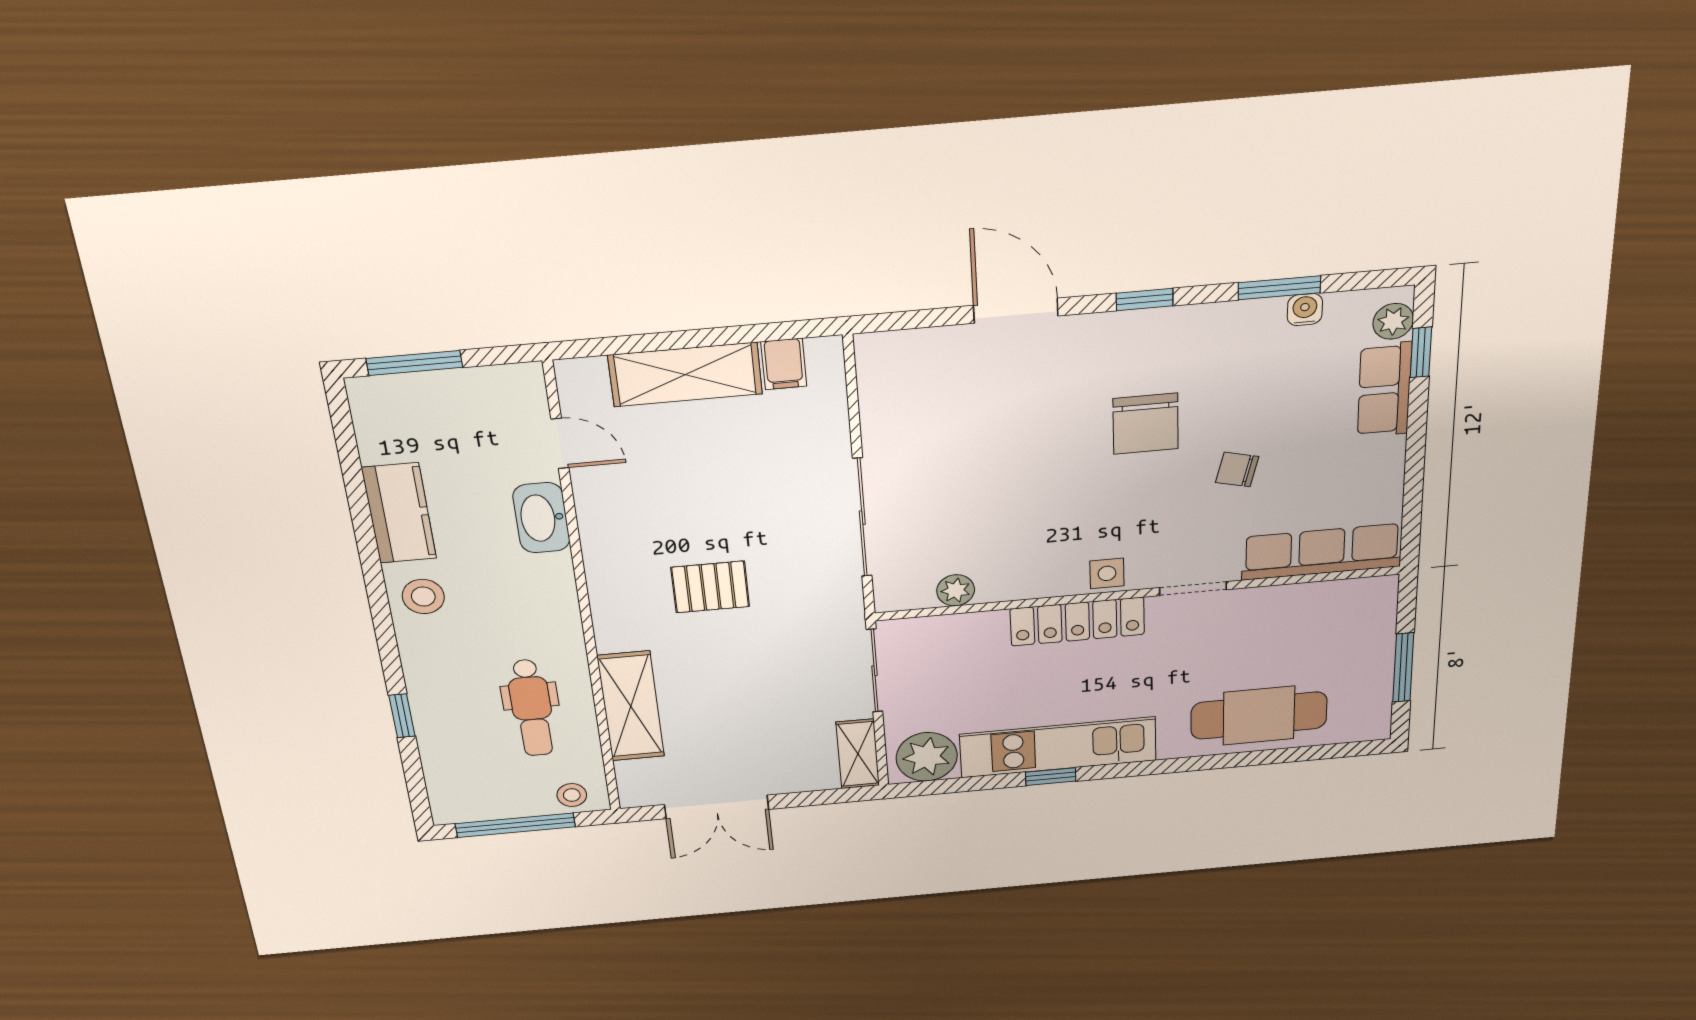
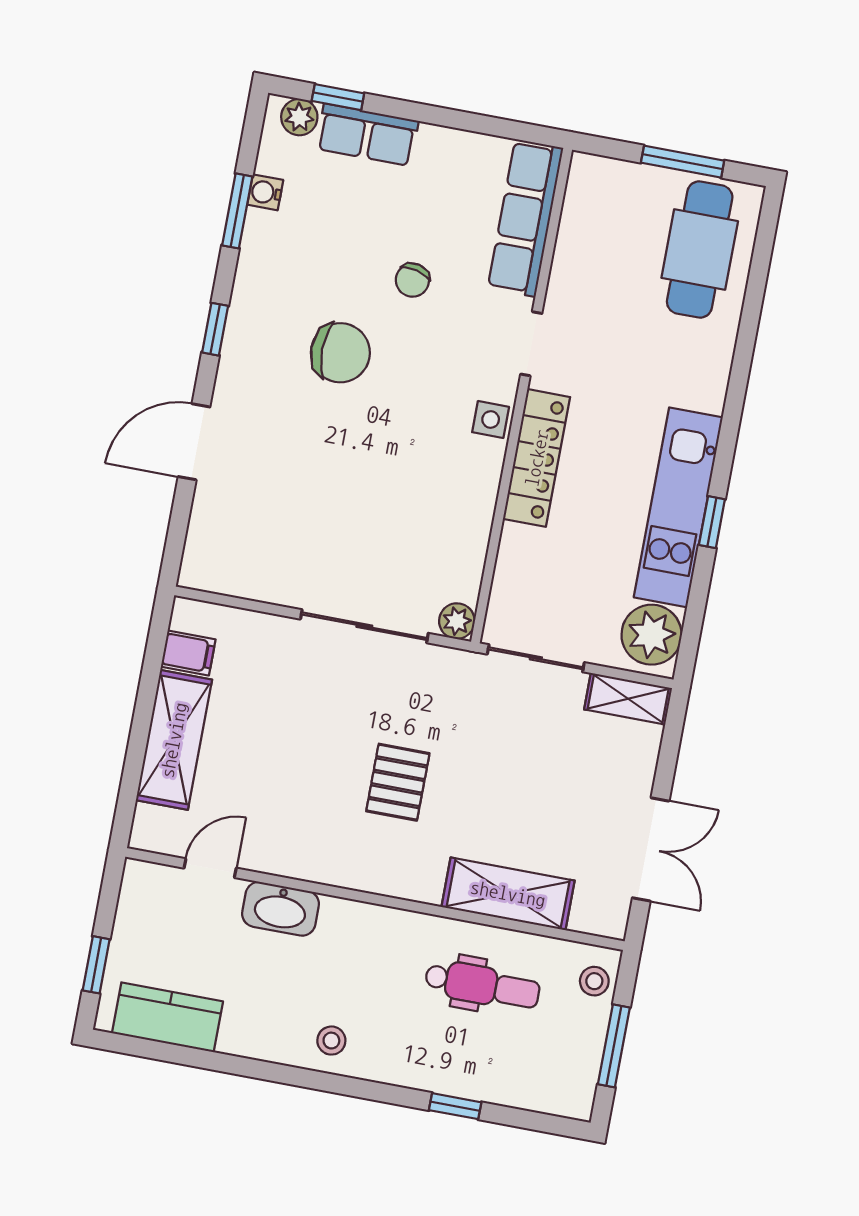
window: (414, 363) -> (96, 965), width x0.67
kitchen counter: (399, 513) -> (167, 1017), moved
plant: (956, 590) -> (457, 621), moved
stool: (423, 596) -> (331, 1041), width x0.73, depth x0.73
cafe table: (1259, 716) -> (700, 249), moved
window: (515, 825) -> (614, 1046), width x0.69

